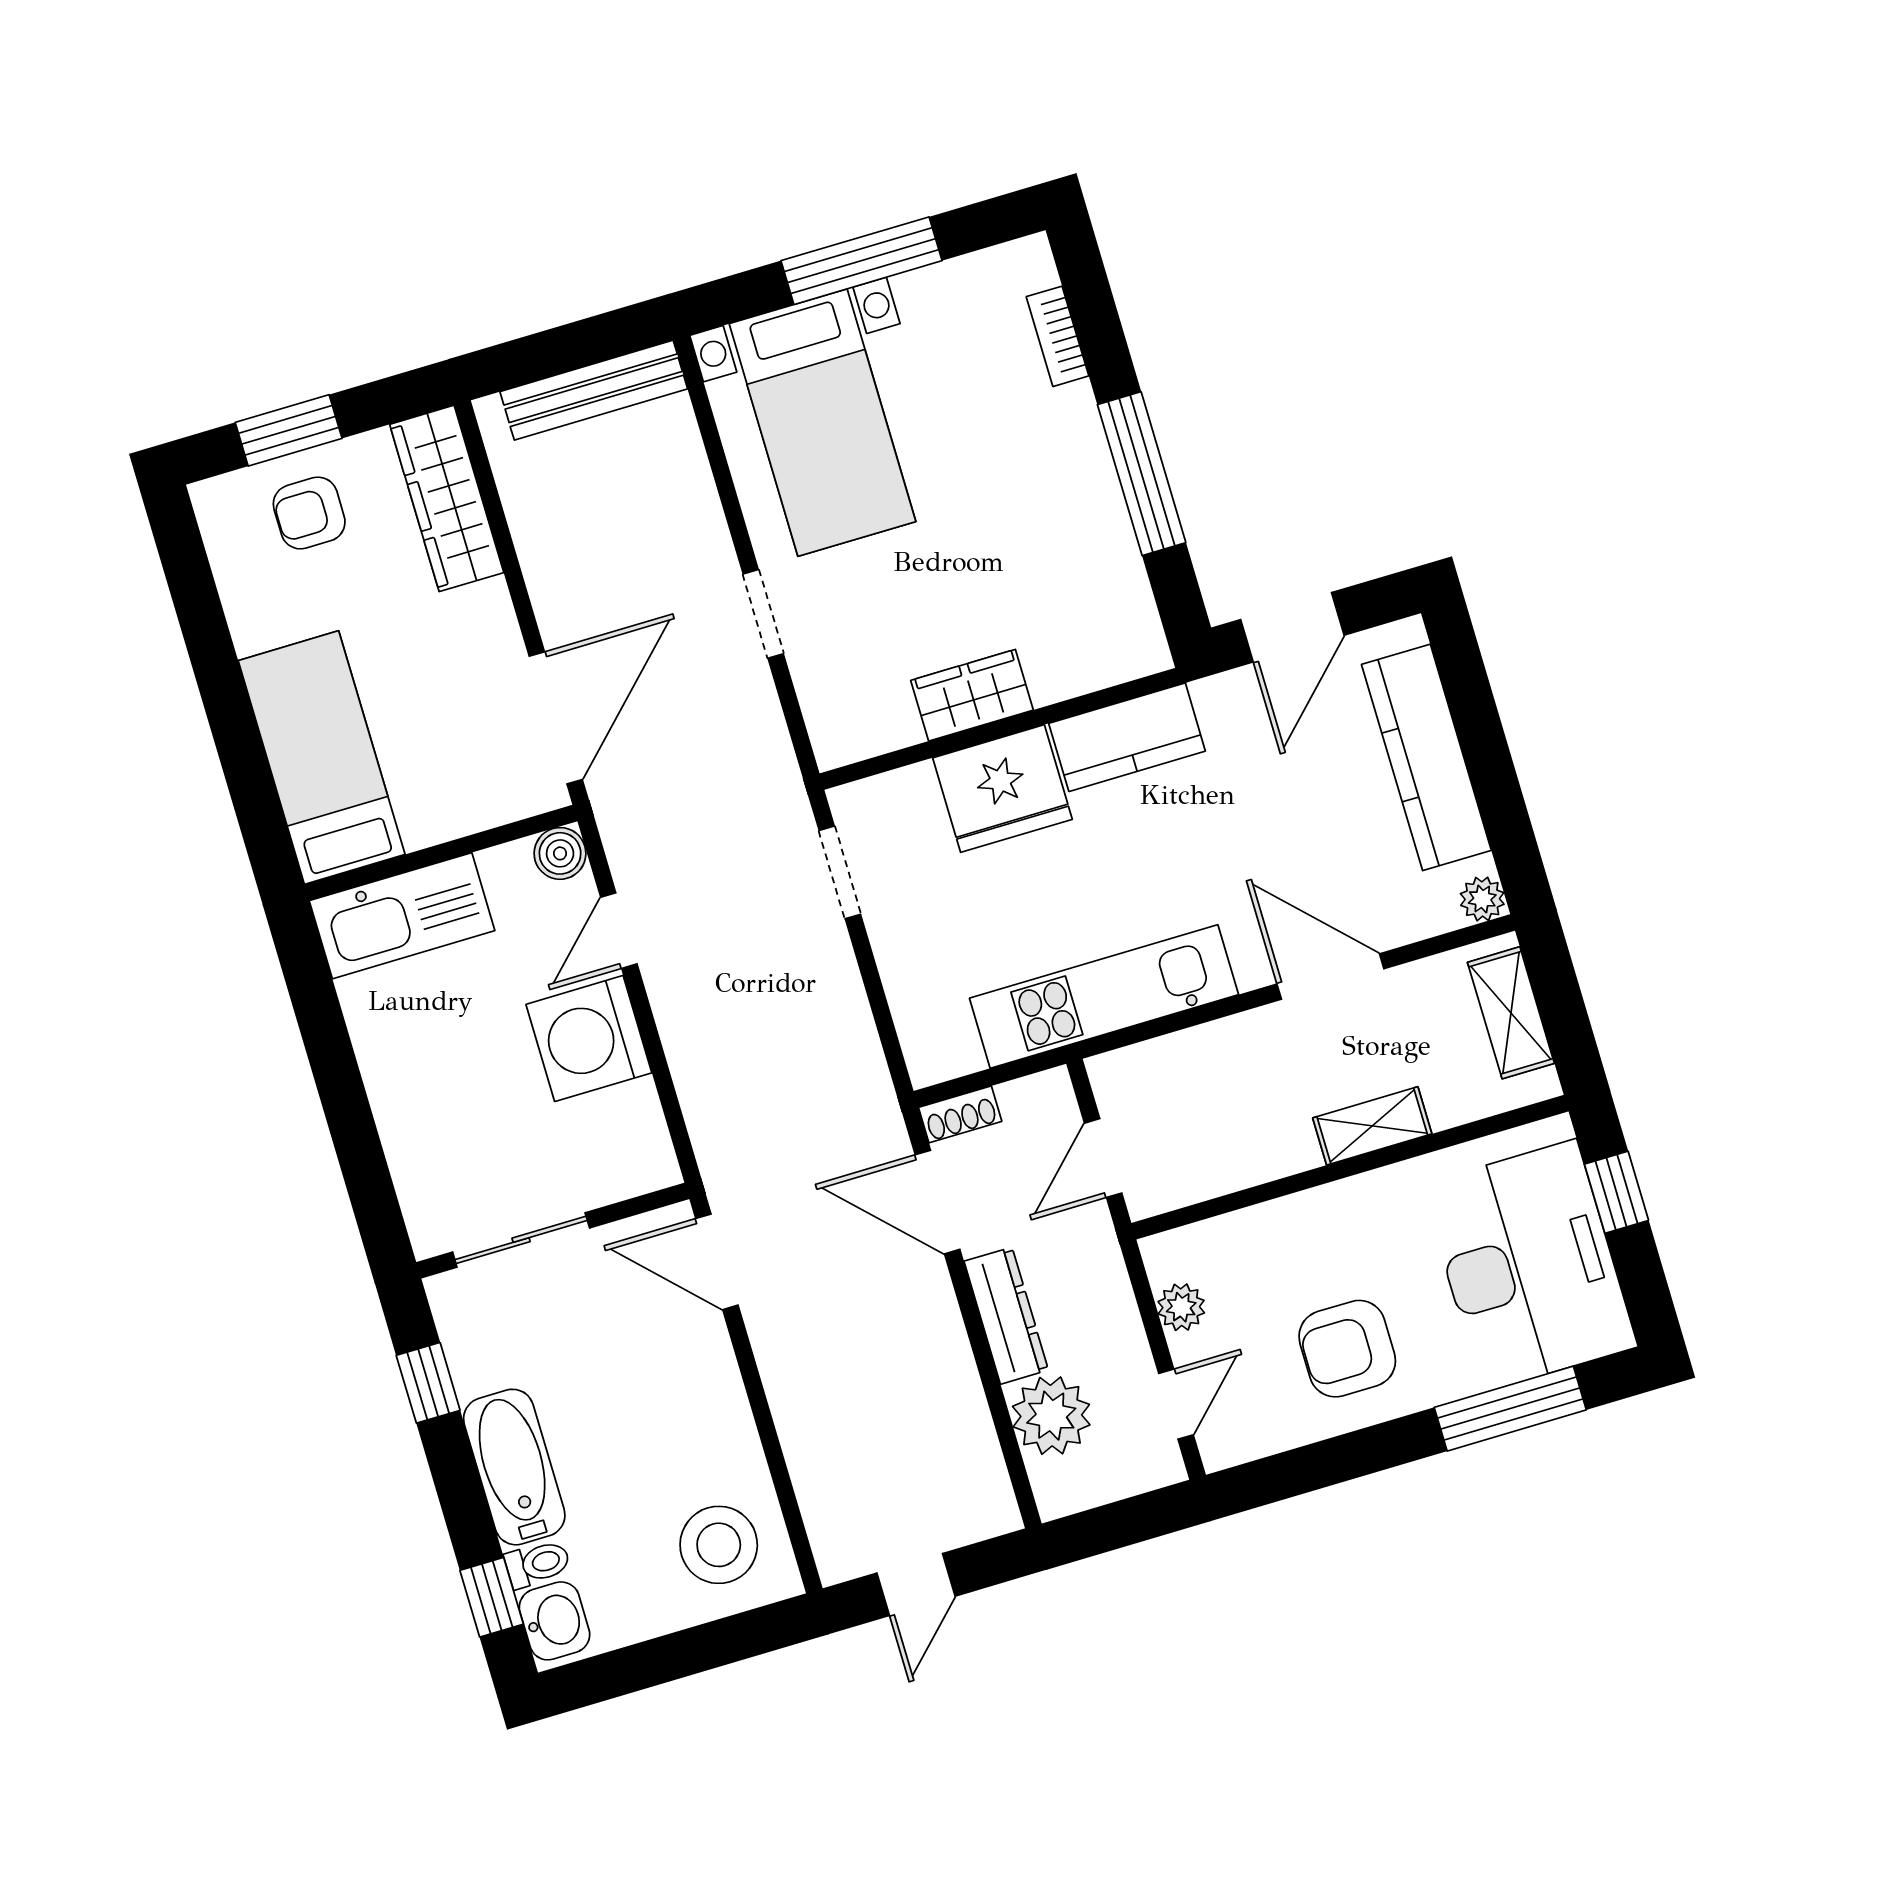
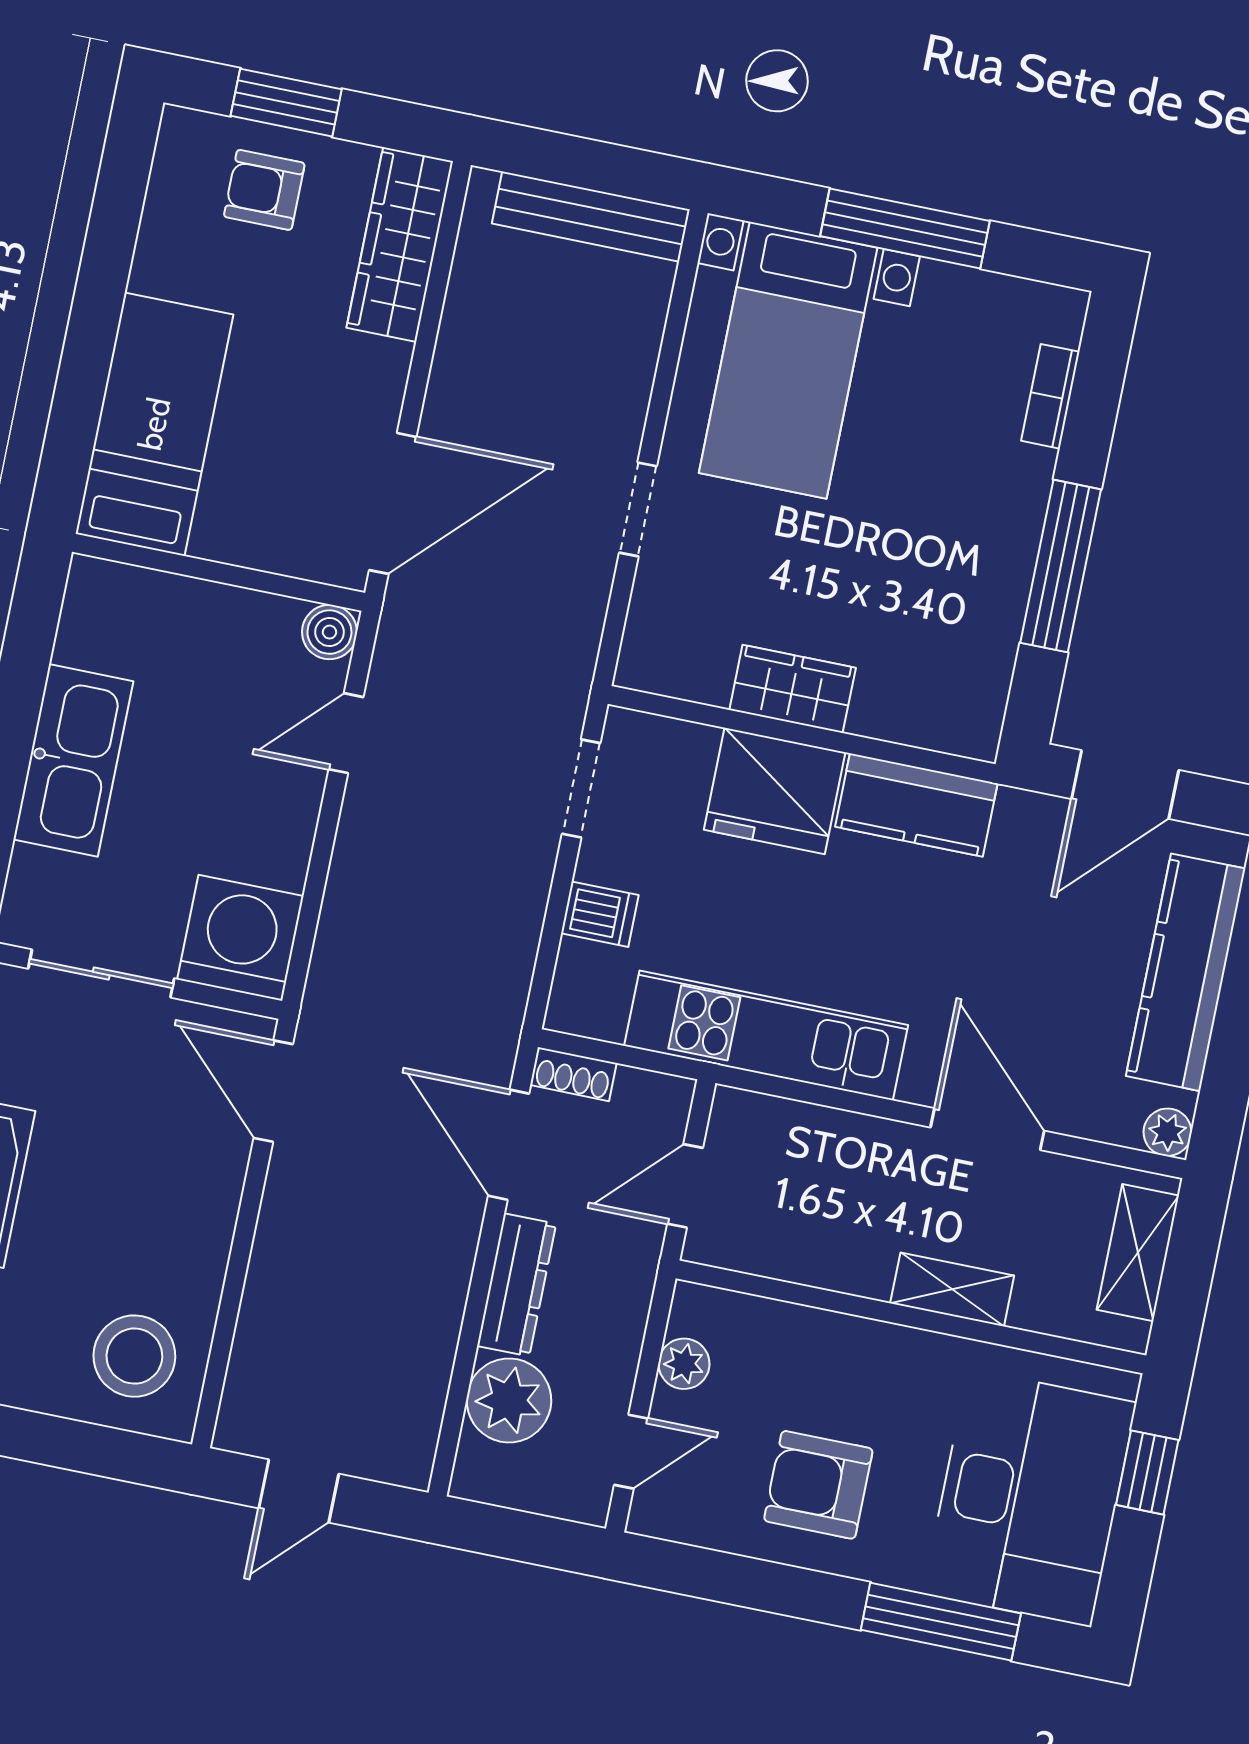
kitchen sink: (402, 916) -> (73, 760), moved, turned -90
dishwasher: (911, 969) -> (600, 914), added
washing machine: (589, 1039) -> (240, 938), moved, turned 90

